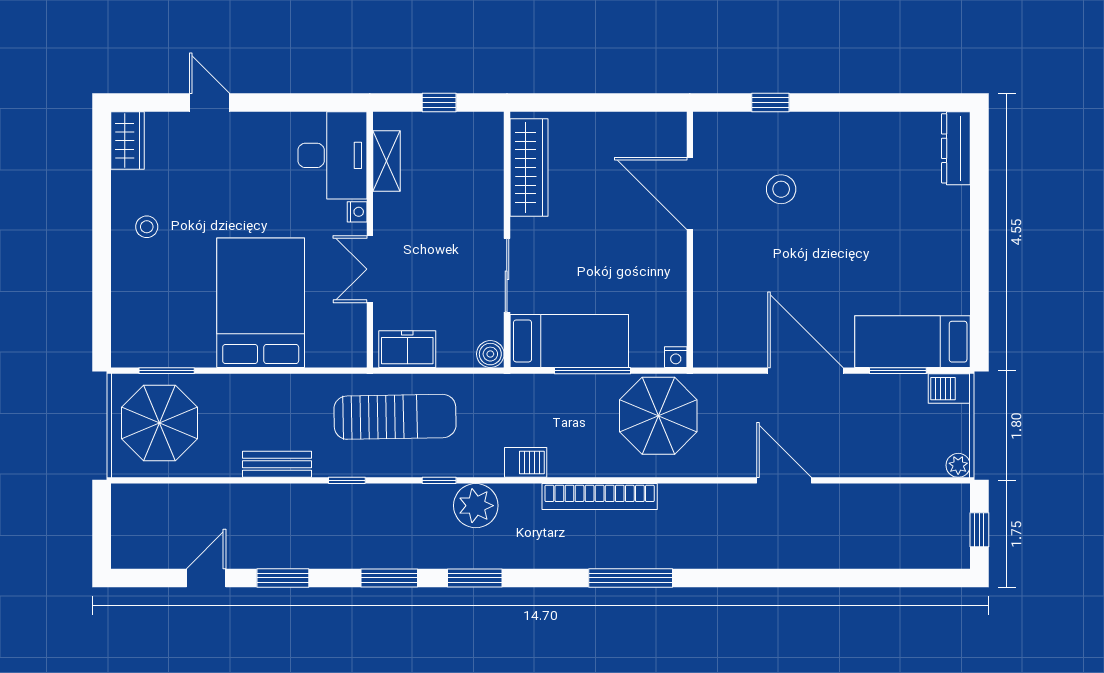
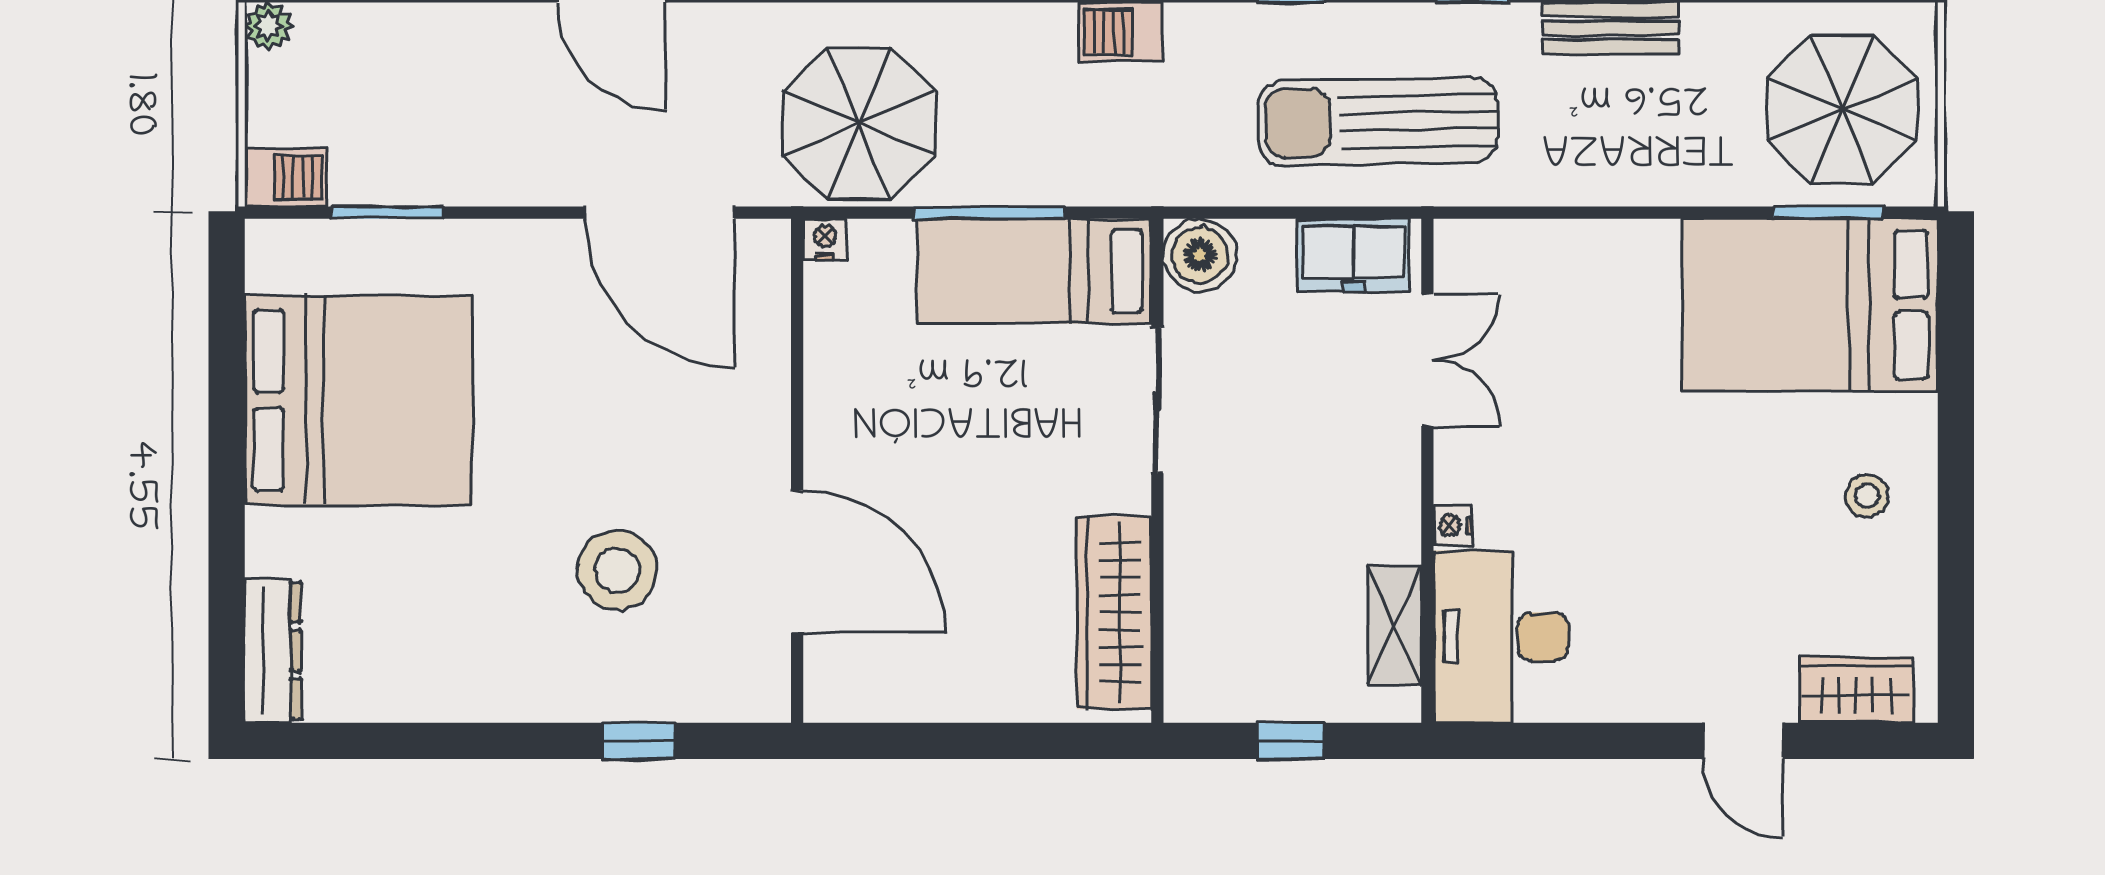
wardrobe: (128, 140) -> (1857, 690), moved, turned 90
stool: (781, 189) -> (617, 570), width x1.38, depth x1.38
double door: (370, 269) -> (1427, 360), moved
bed: (261, 303) -> (1810, 305), moved, turned 90
bed: (913, 342) -> (358, 400), moved, width x2.04
boiler: (490, 354) -> (1200, 255), width x1.36, depth x1.36
door: (805, 371) -> (660, 213), moved

